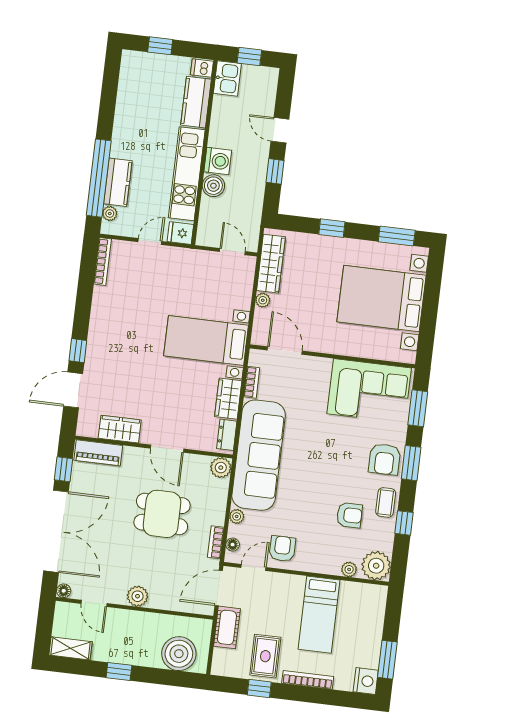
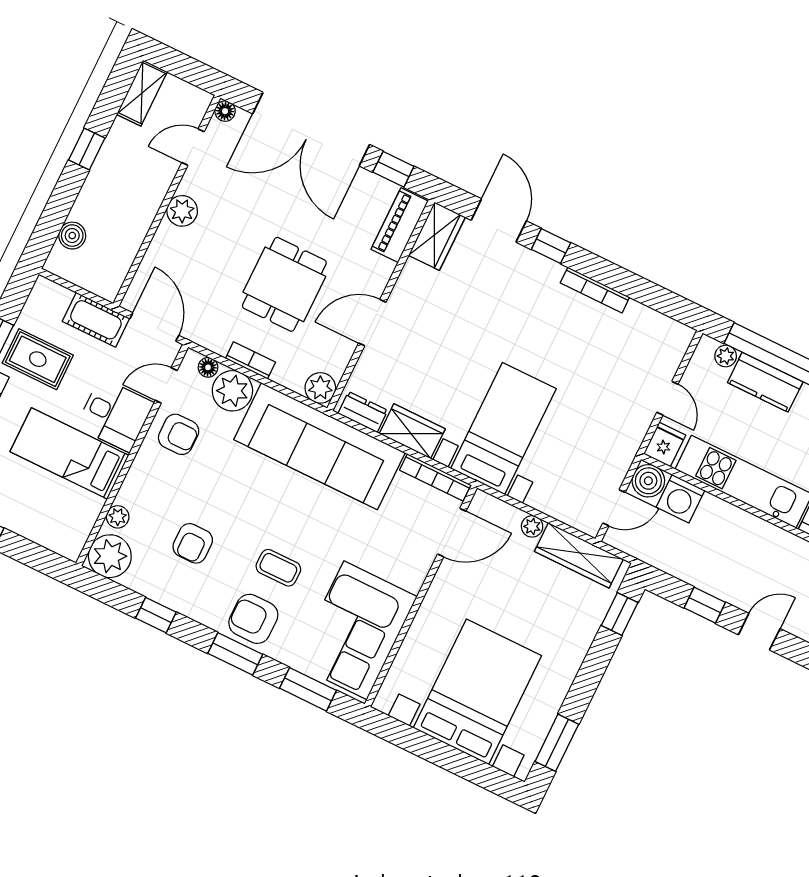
washing machine: (218, 161) -> (681, 499), moved
boiler: (213, 186) -> (648, 481), moved
window: (332, 228) -> (620, 614), moved
bookcase: (103, 261) -> (595, 290), moved
bookcase: (252, 382) -> (435, 477), width x1.56
wardrobe: (120, 429) -> (437, 236), moved
coffee table: (386, 502) -> (278, 568), moved
plant: (237, 516) -> (232, 391), width x1.87, depth x1.87
bookcase: (216, 542) -> (250, 360), moved
door: (254, 568) -> (166, 385), swing flipped
desk: (284, 594) -> (115, 415), added
boiler: (179, 654) -> (72, 236), width x0.54, depth x0.54

